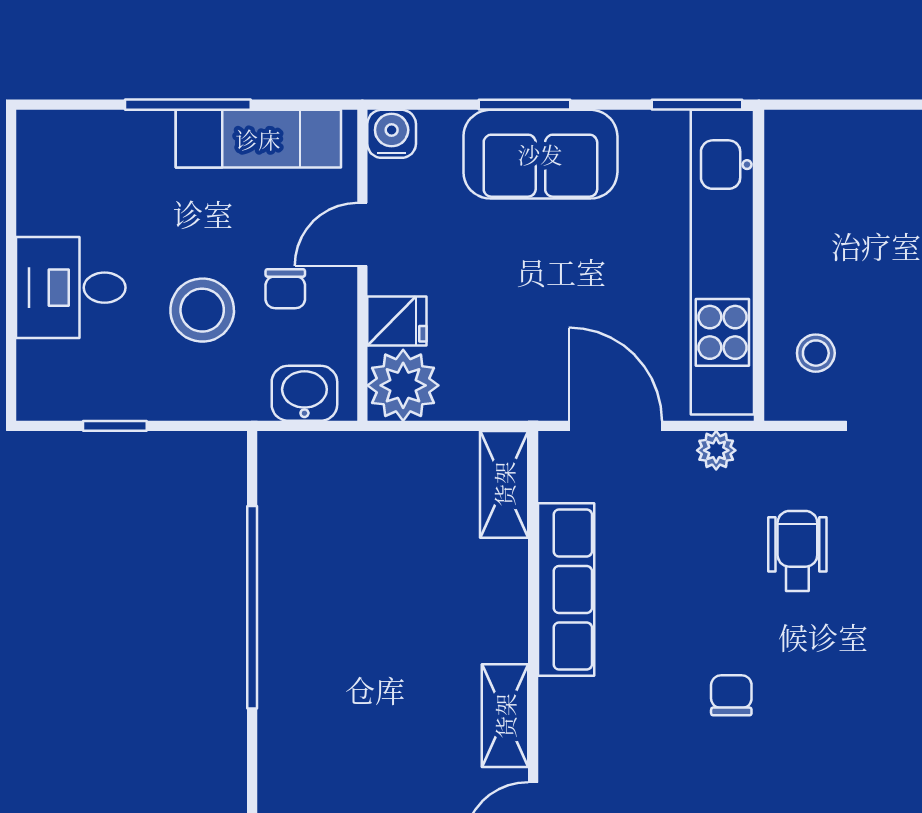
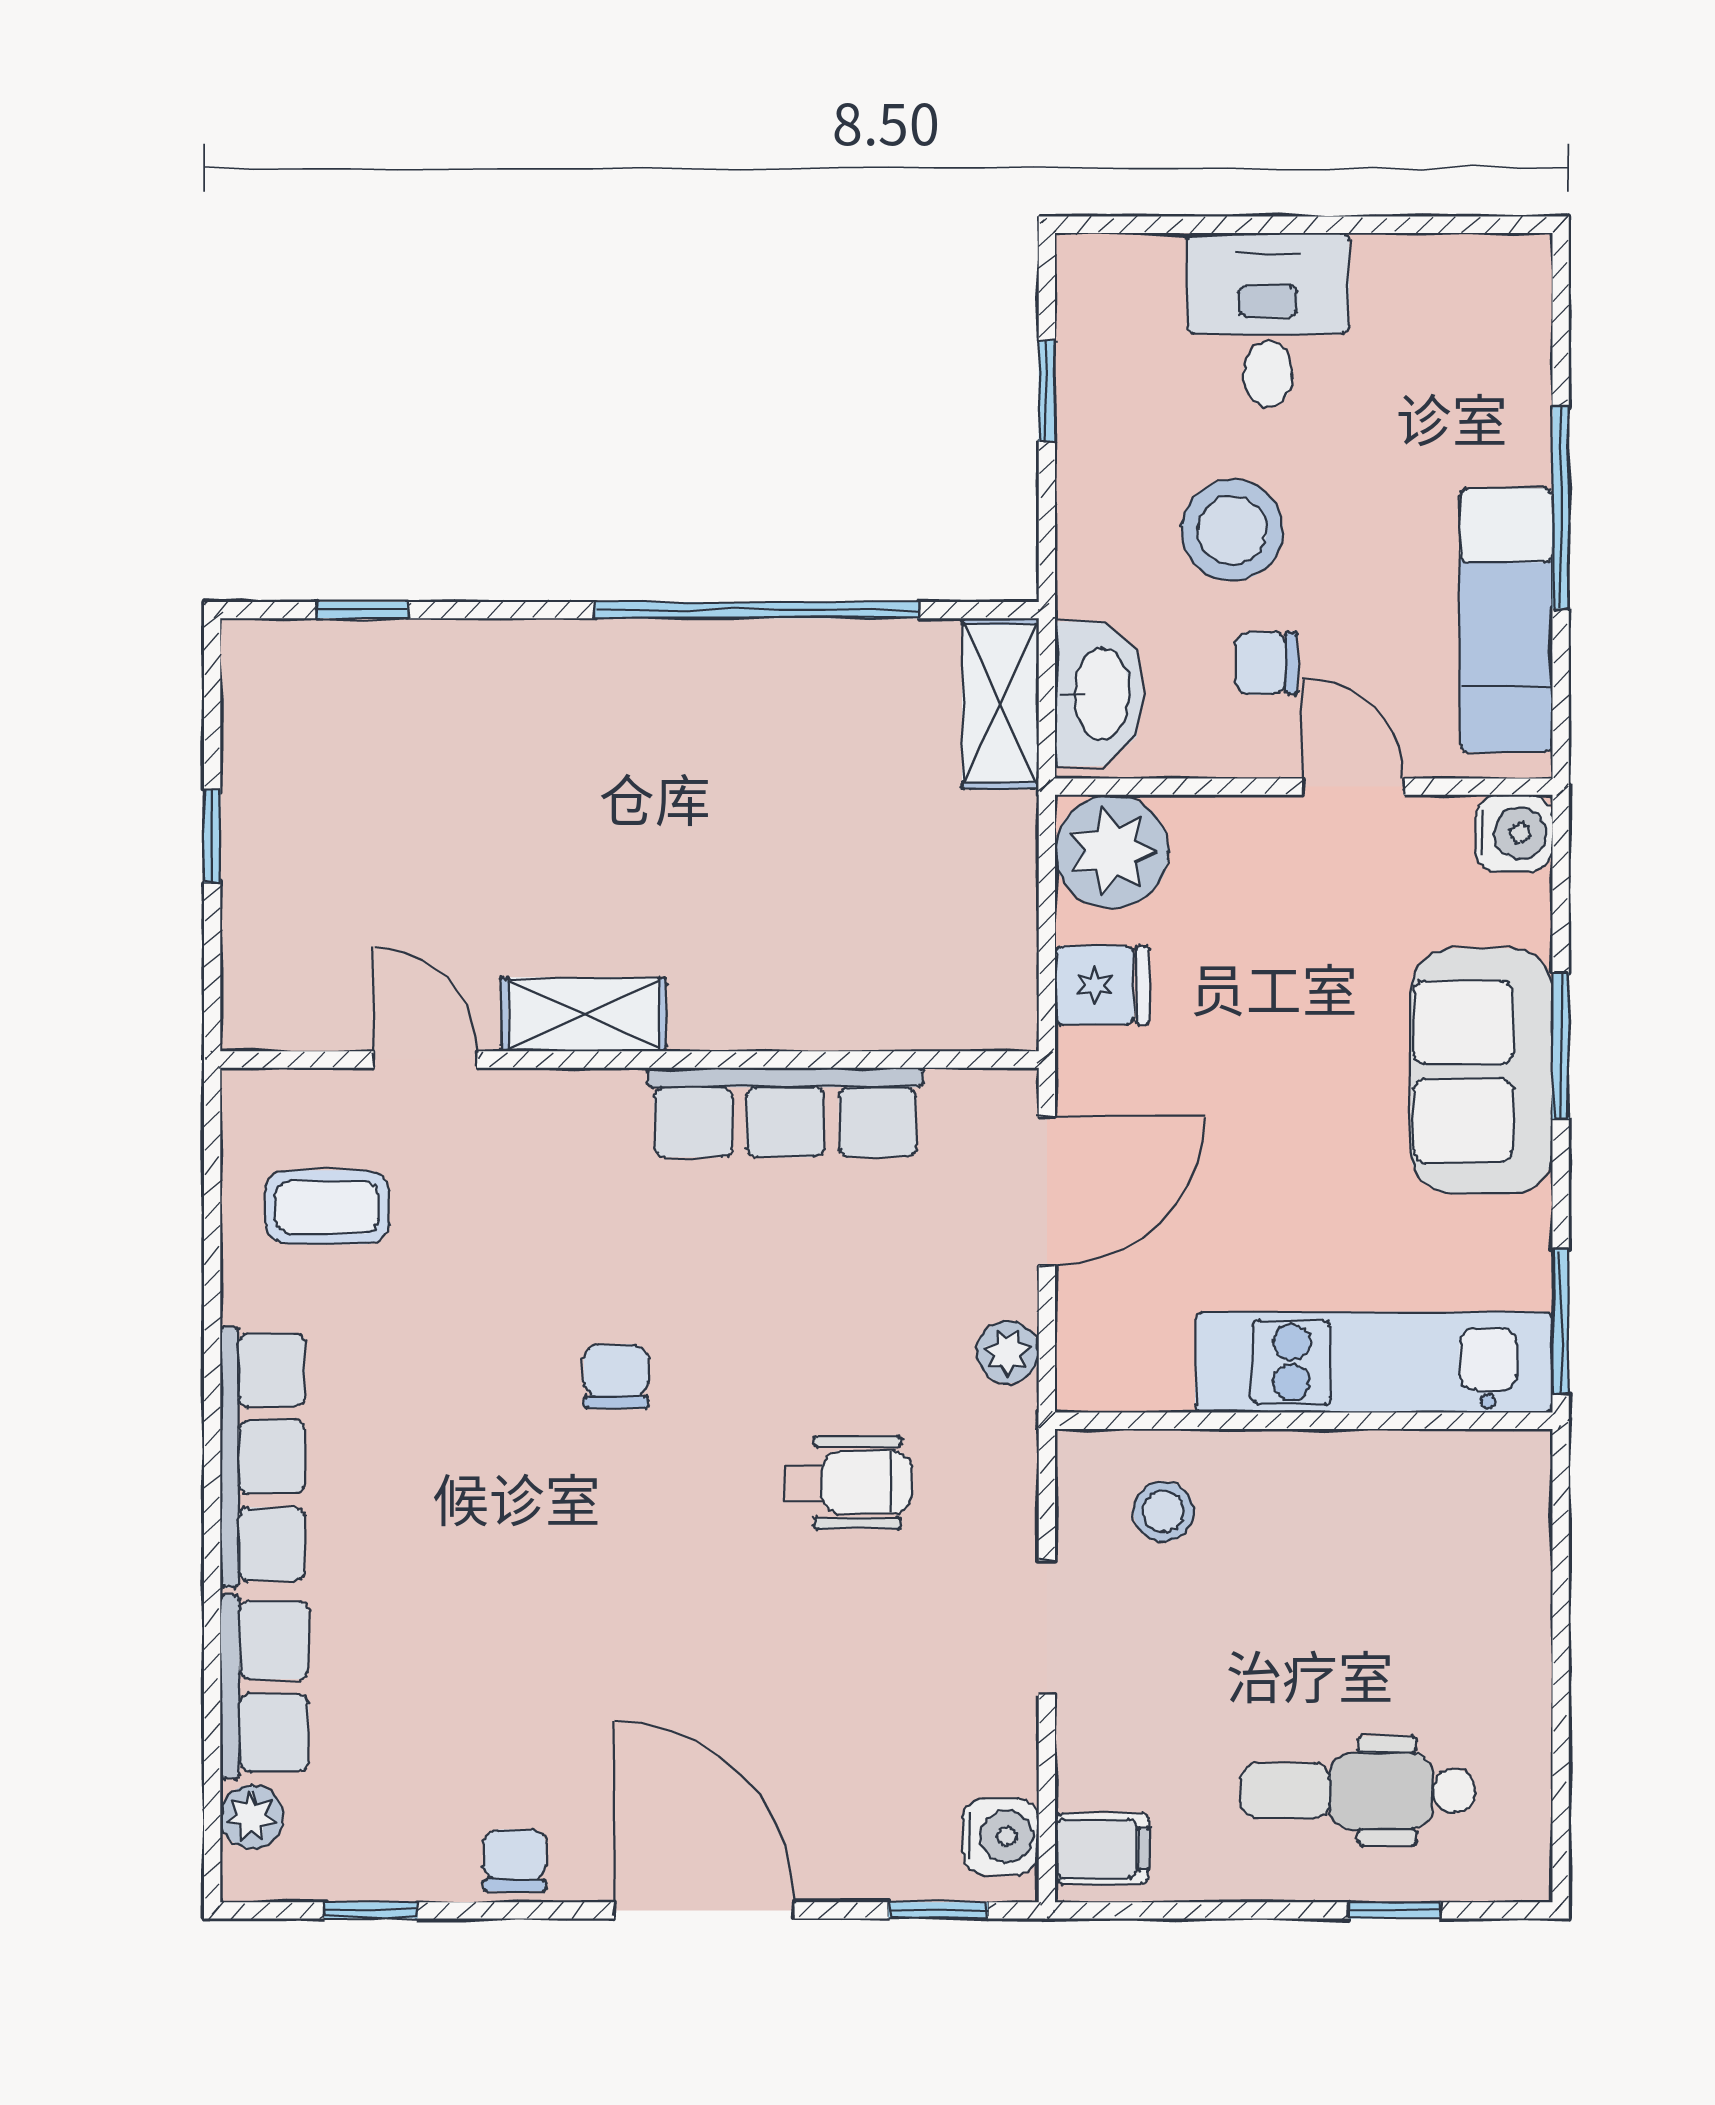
kitchen unit: (722, 262) -> (1374, 1362), width x0.73
fridge: (397, 321) -> (1102, 985), moved, turned -90
washbasin: (304, 393) -> (1099, 694), width x1.38
shelving: (504, 484) -> (1000, 703), moved, turned 90
chair: (731, 695) -> (616, 1377), turned -90

